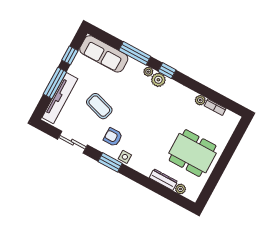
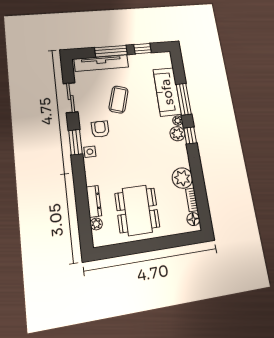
sofa: (104, 54) -> (167, 92), moved
plant: (200, 100) -> (182, 178), width x1.87, depth x1.87
floor lamp: (229, 117) -> (193, 219), added

